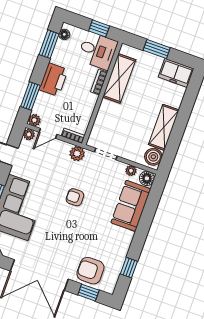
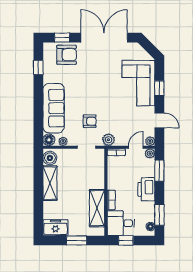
armchair: (75, 197) -> (90, 121), moved
sofa: (131, 206) -> (54, 108), width x1.36

